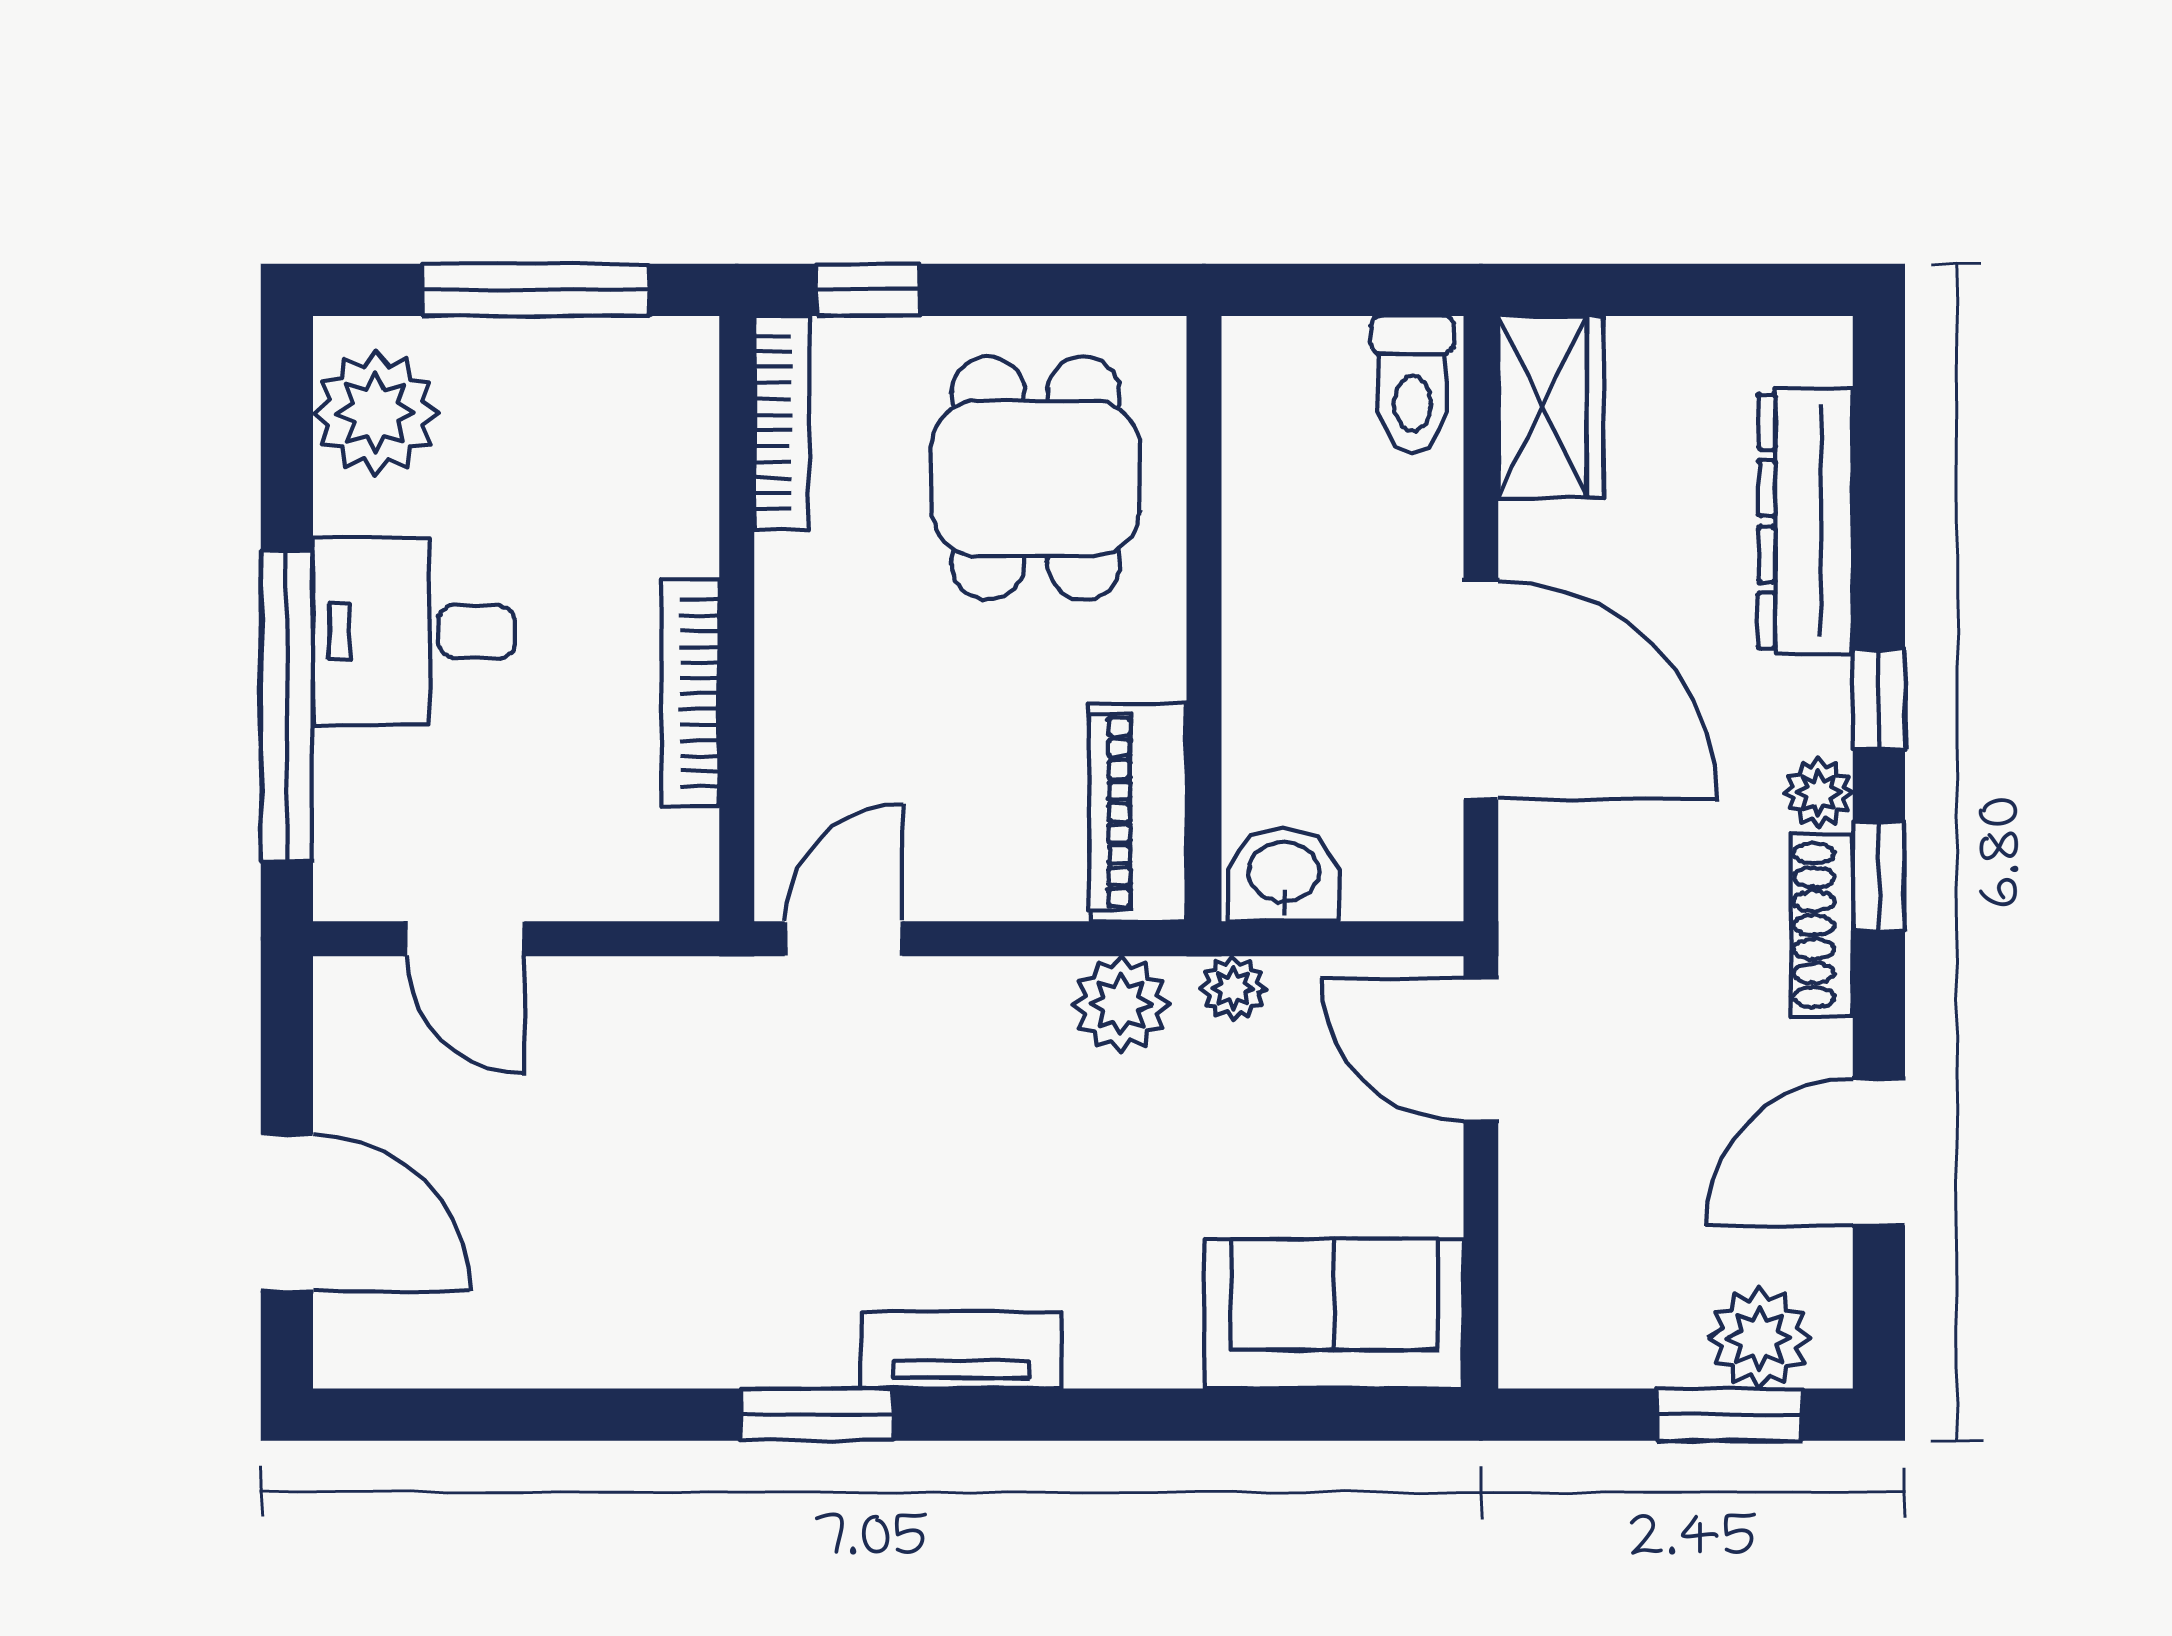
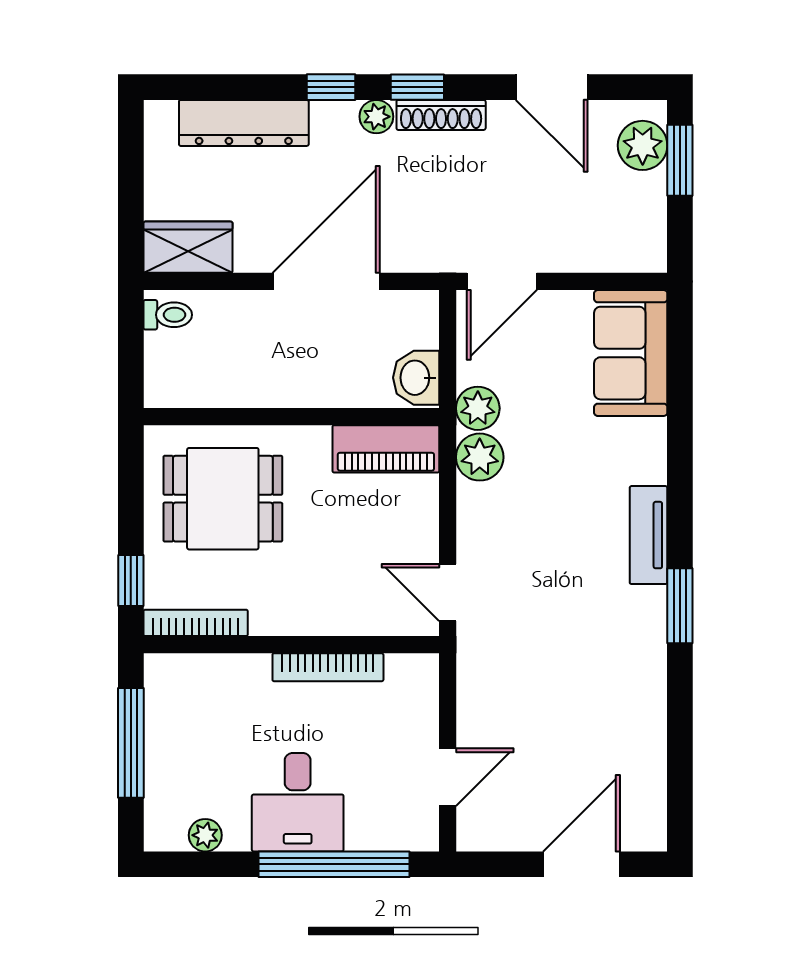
toilet: (1413, 384) -> (168, 315), width x0.73, depth x0.72
plant: (376, 413) -> (205, 835), width x0.53, depth x0.53
plant: (1233, 988) -> (478, 408), width x1.38, depth x1.38

